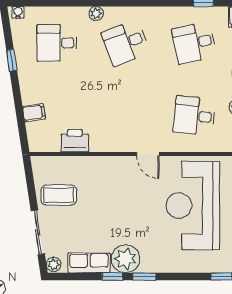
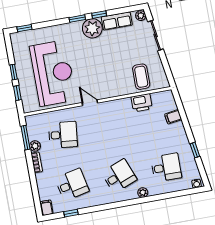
coffee table: (59, 195) -> (141, 77), moved, turned 90

